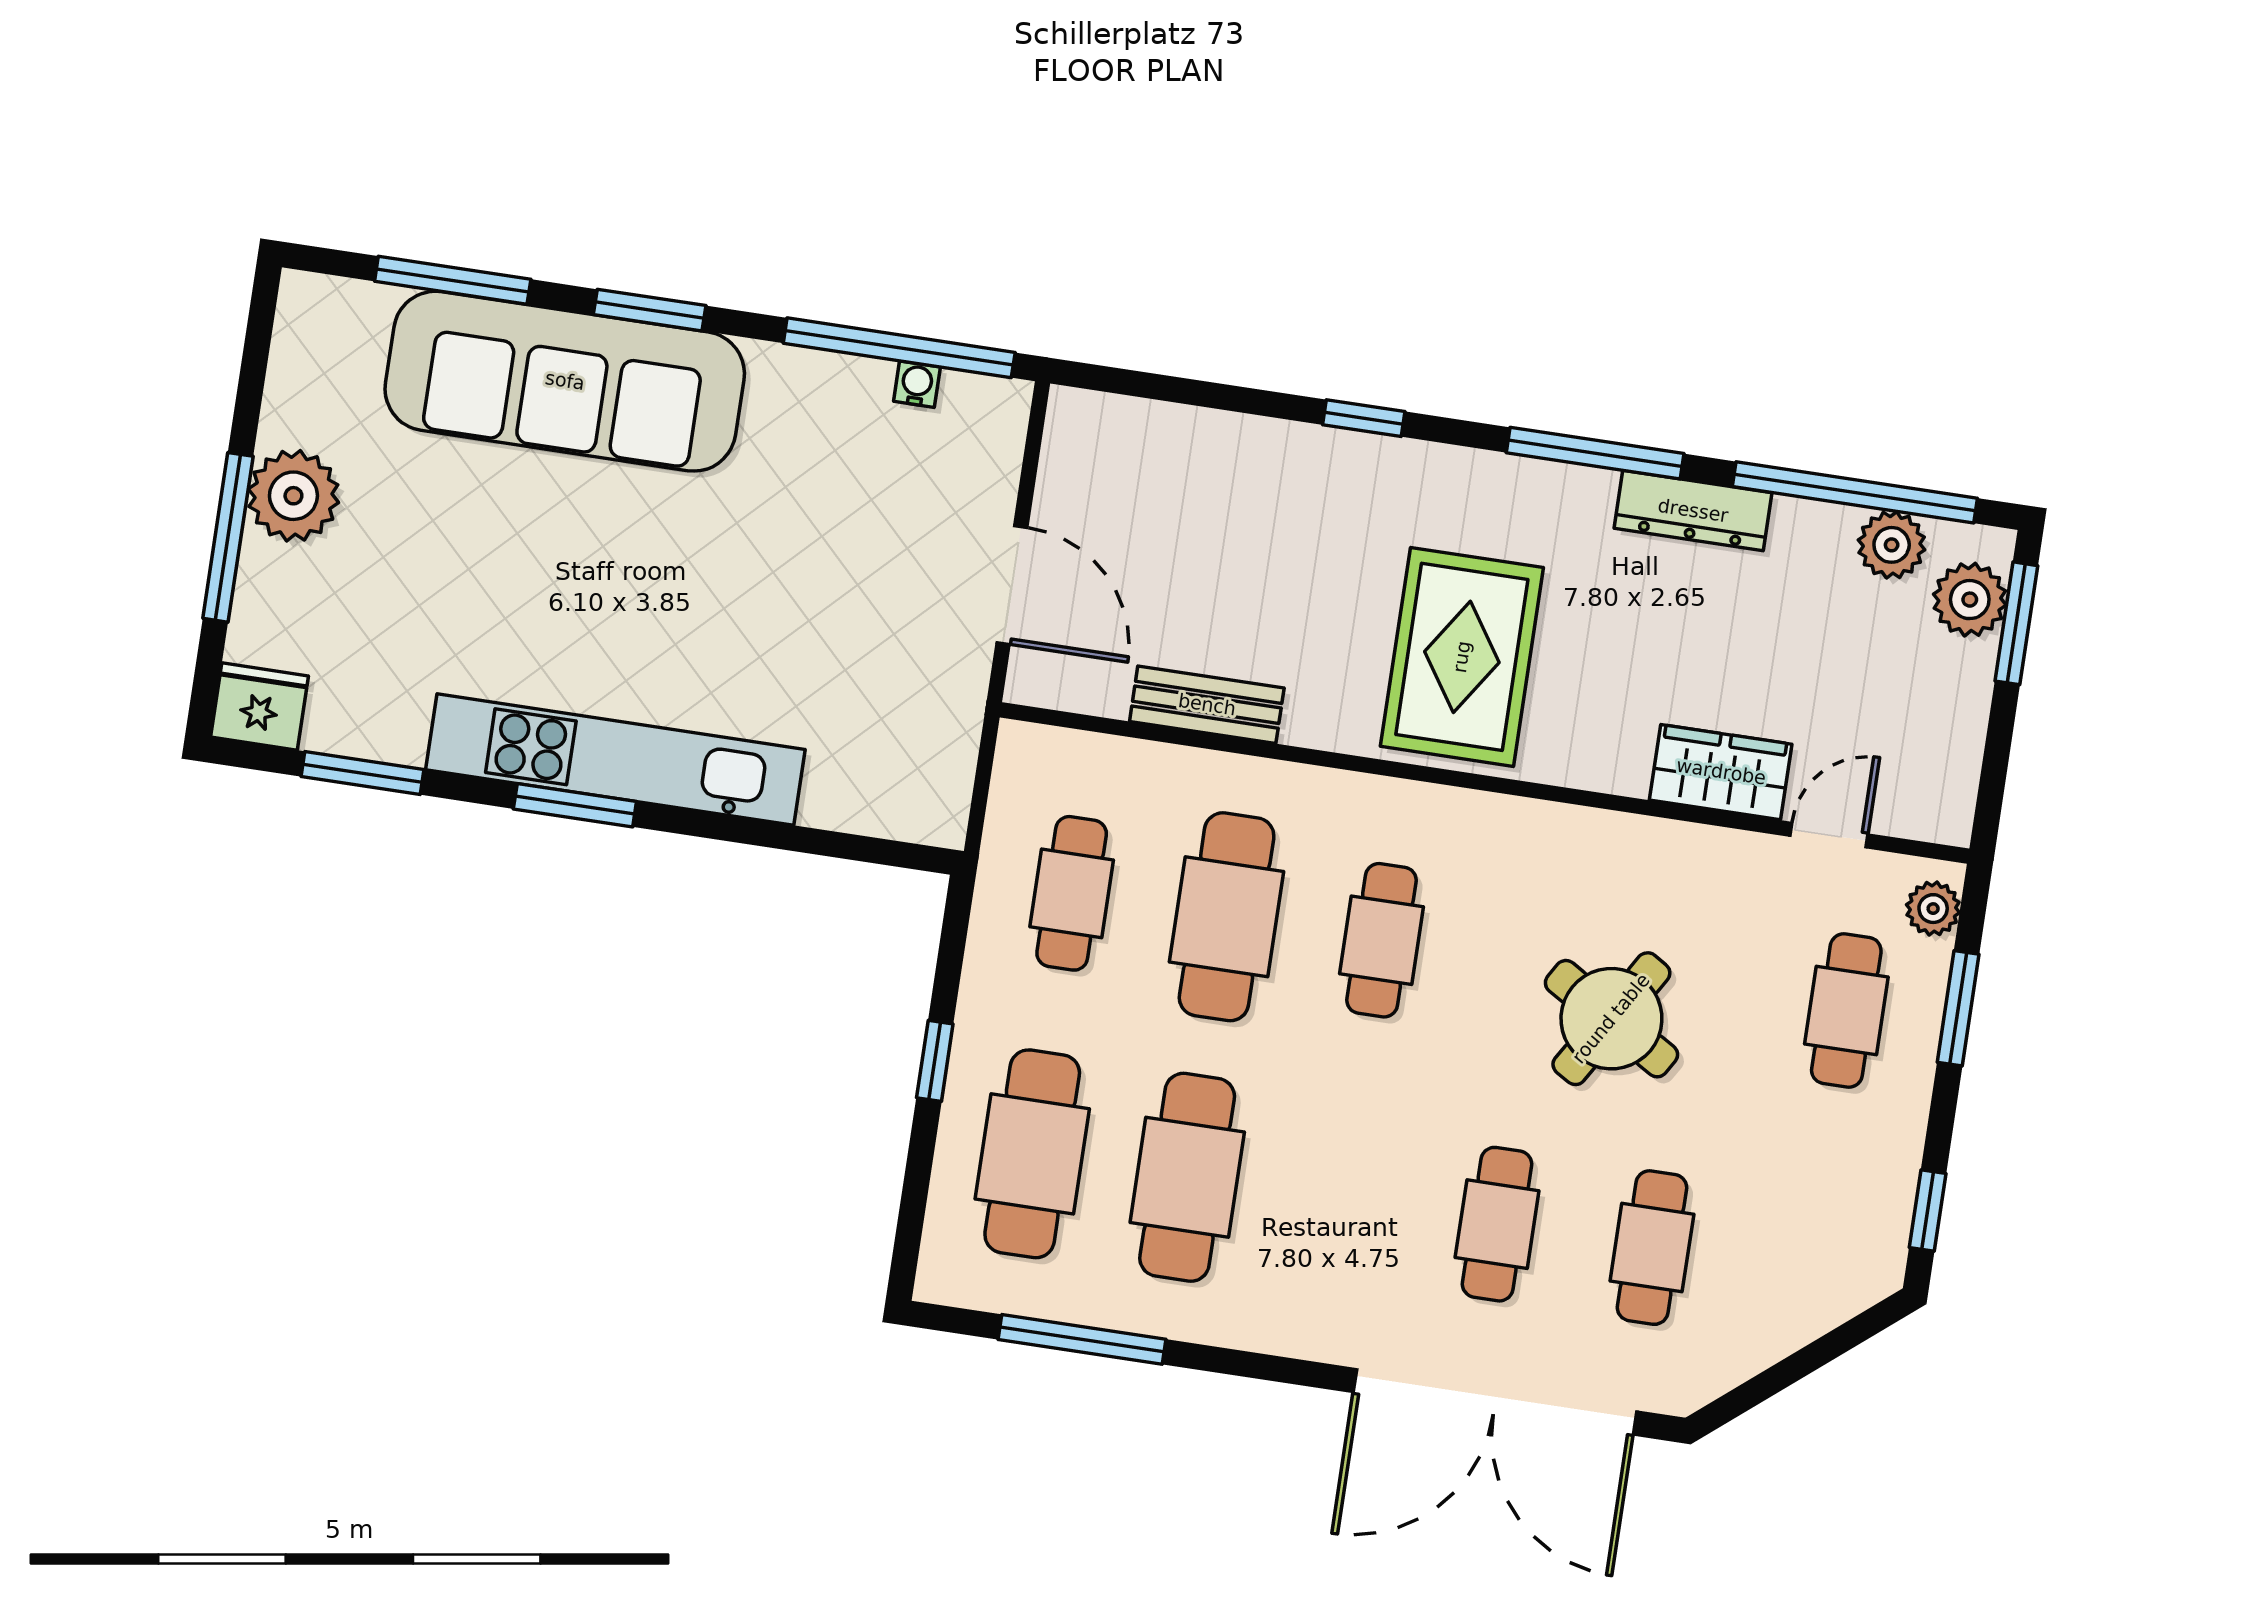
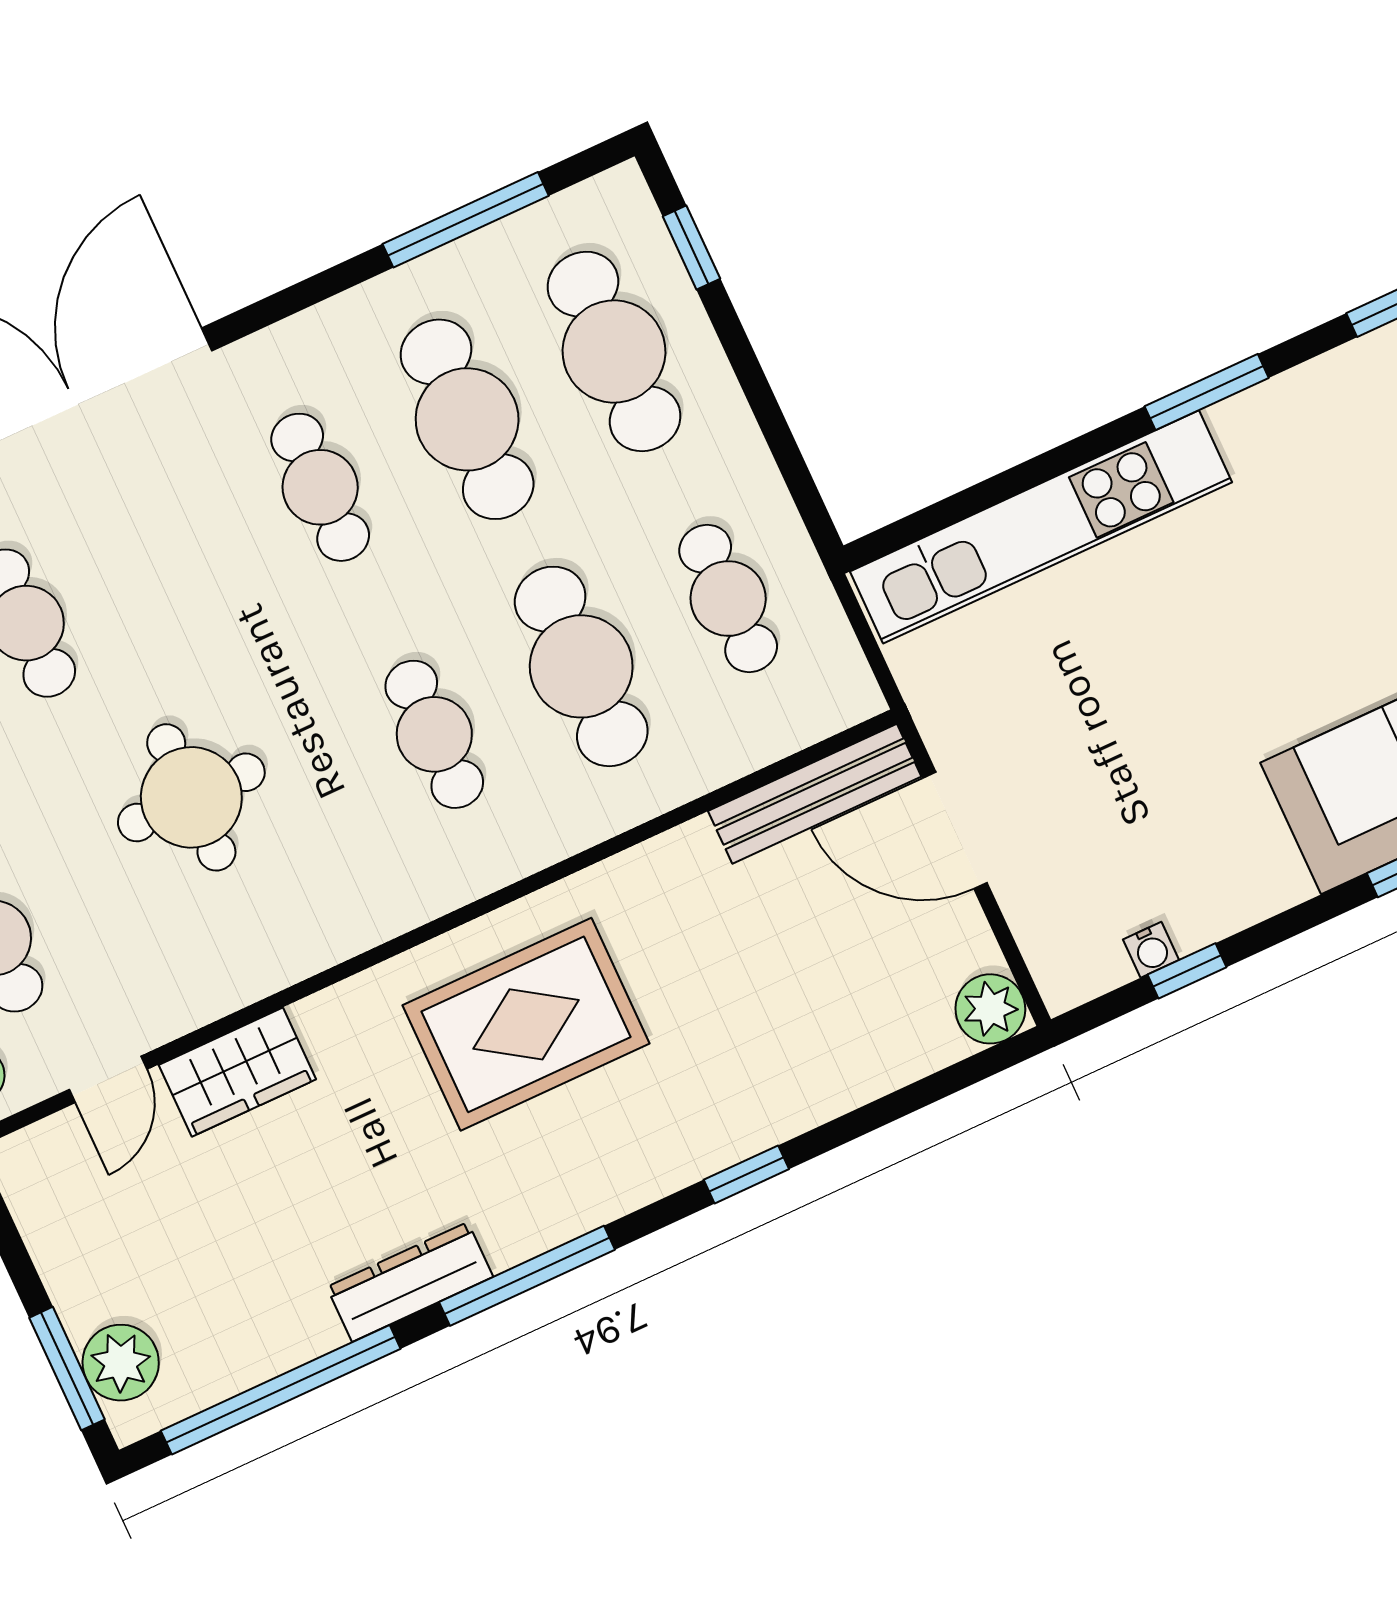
window: (899, 348) -> (1187, 971), width x0.32
plant: (1892, 545) -> (990, 1009), moved
rug: (1462, 657) -> (526, 1024), turned 90
bench: (1207, 705) -> (815, 794), moved, width x1.36
kitchen unit: (615, 760) -> (1041, 527), moved
round table: (1611, 1019) -> (191, 797), turned -31
window: (935, 1061) -> (691, 248), moved
cafe table: (1497, 1224) -> (320, 487), moved

